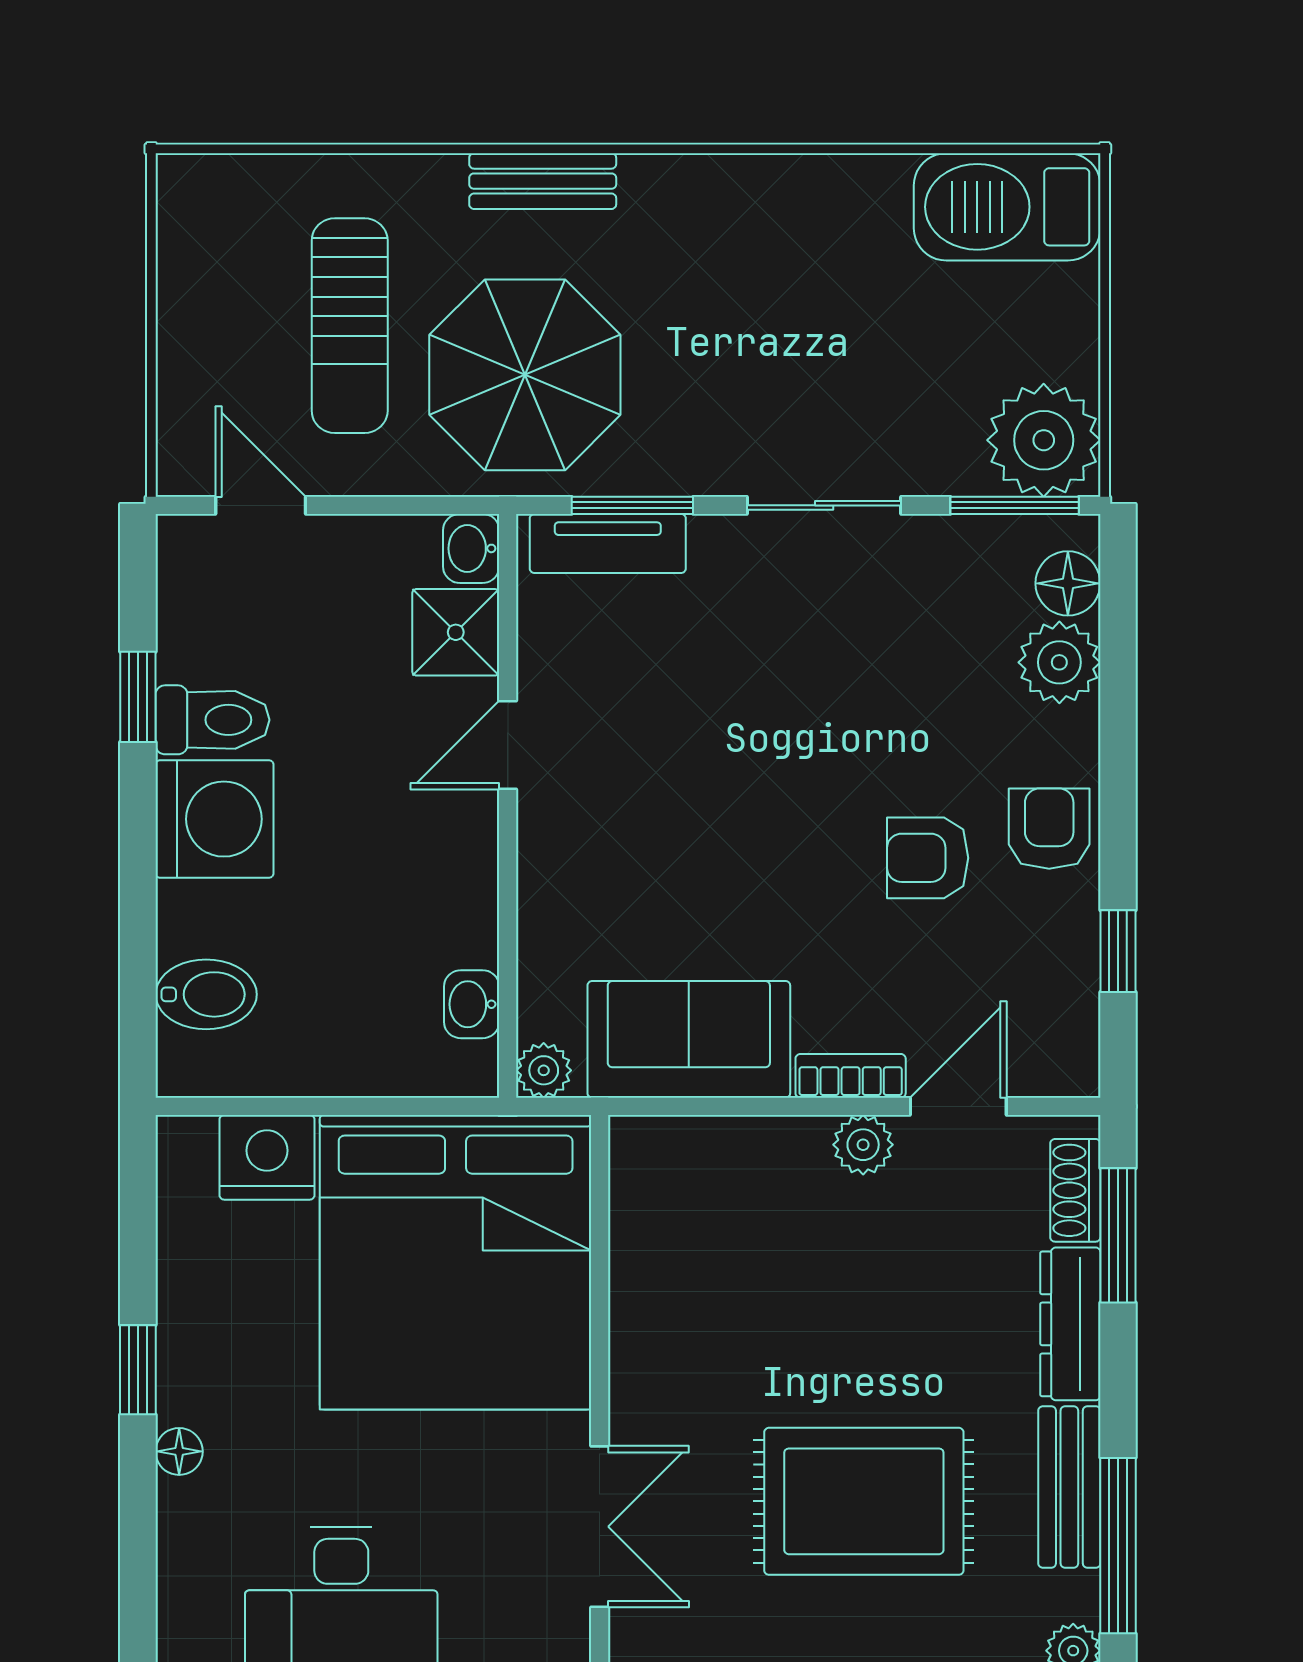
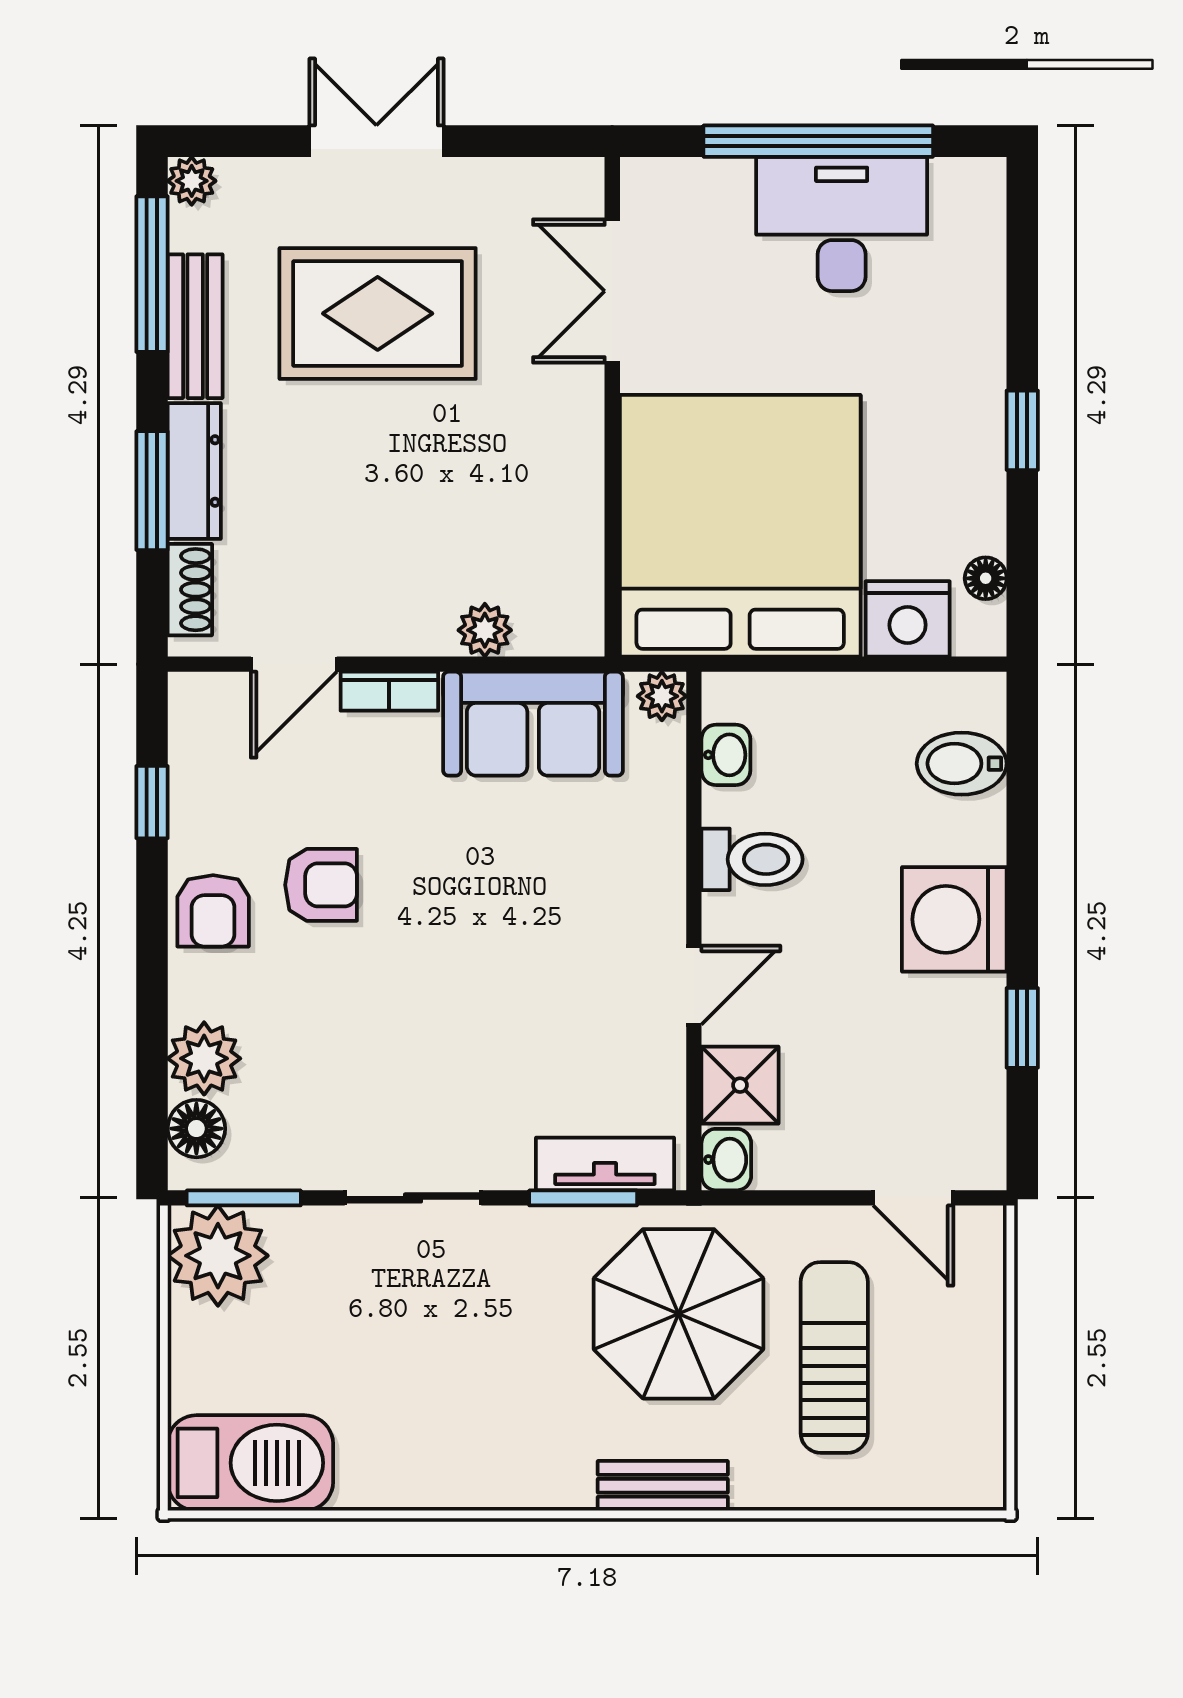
toilet: (212, 720) -> (752, 859), moved, turned 180
plant: (863, 1145) -> (485, 630), moved
window: (1118, 1235) -> (152, 491), moved
floor lamp: (179, 1451) -> (986, 578), moved

